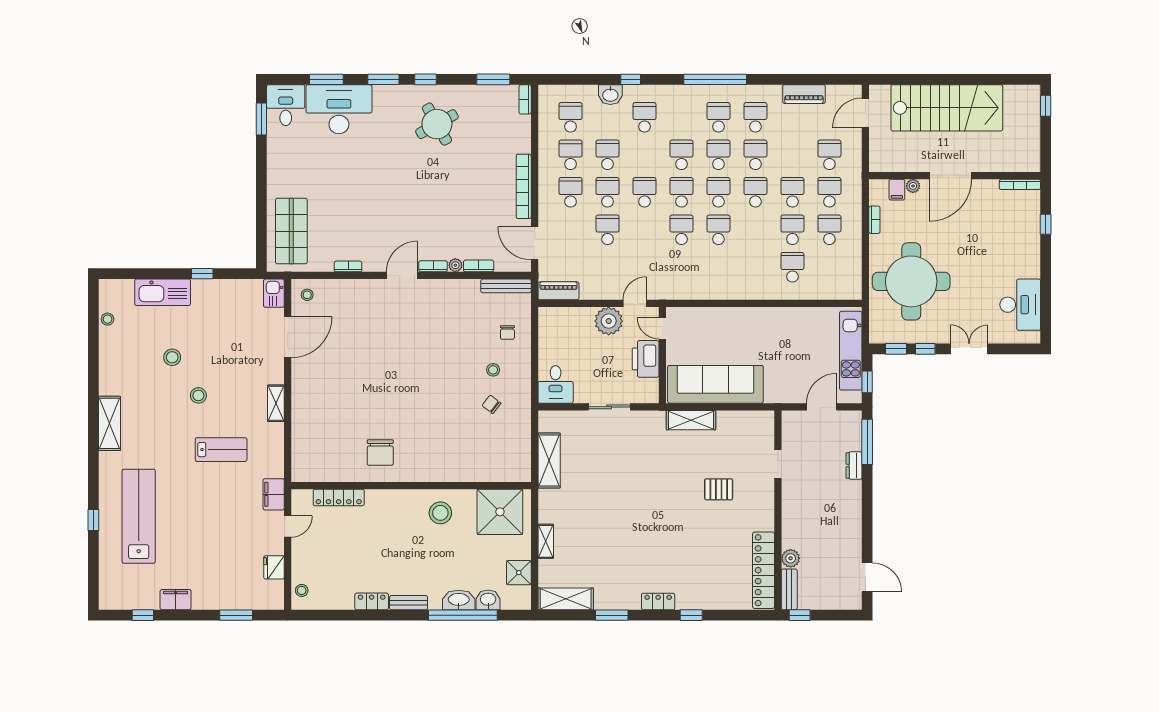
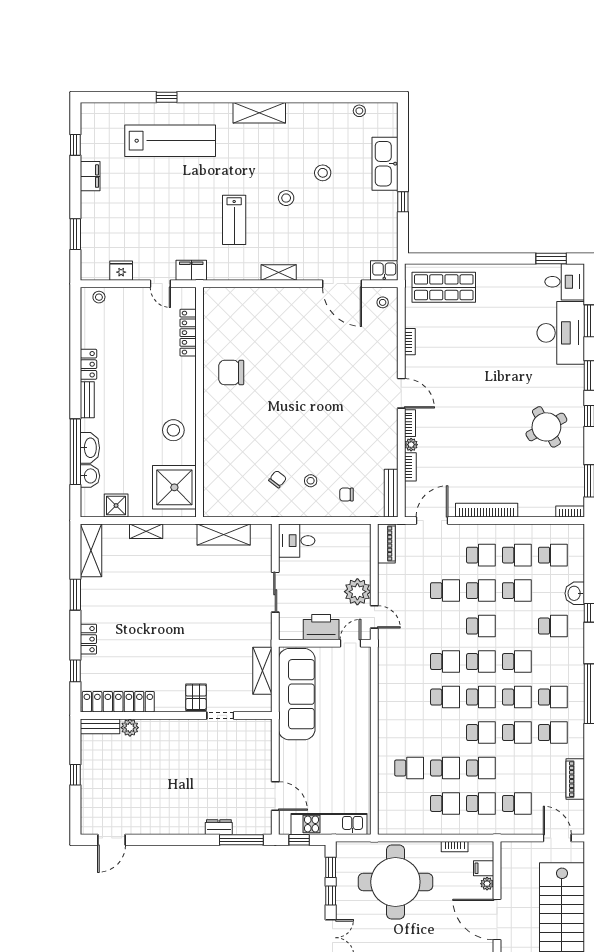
doorway: (778, 464) -> (220, 715), moved
wall: (778, 510) -> (176, 715), moved
plant: (791, 558) -> (130, 728), moved
locker: (764, 570) -> (118, 702), moved
bench: (789, 589) -> (100, 726), moved

